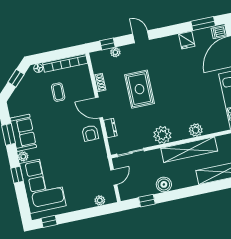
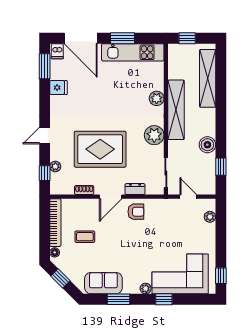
rug: (139, 89) -> (100, 149), width x1.37, depth x1.44
sofa: (23, 133) -> (103, 283), moved

